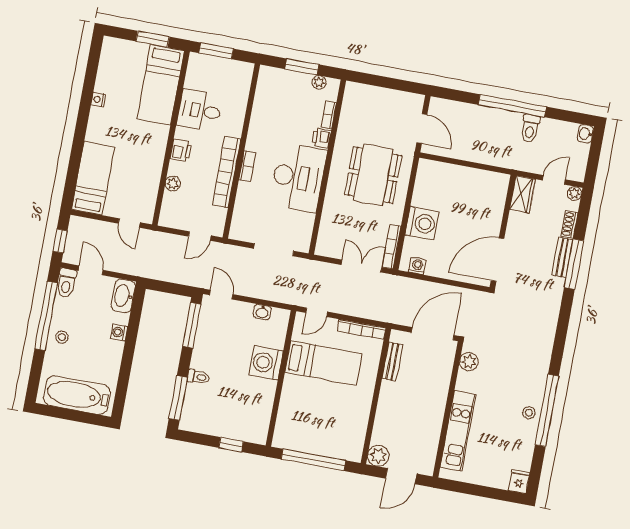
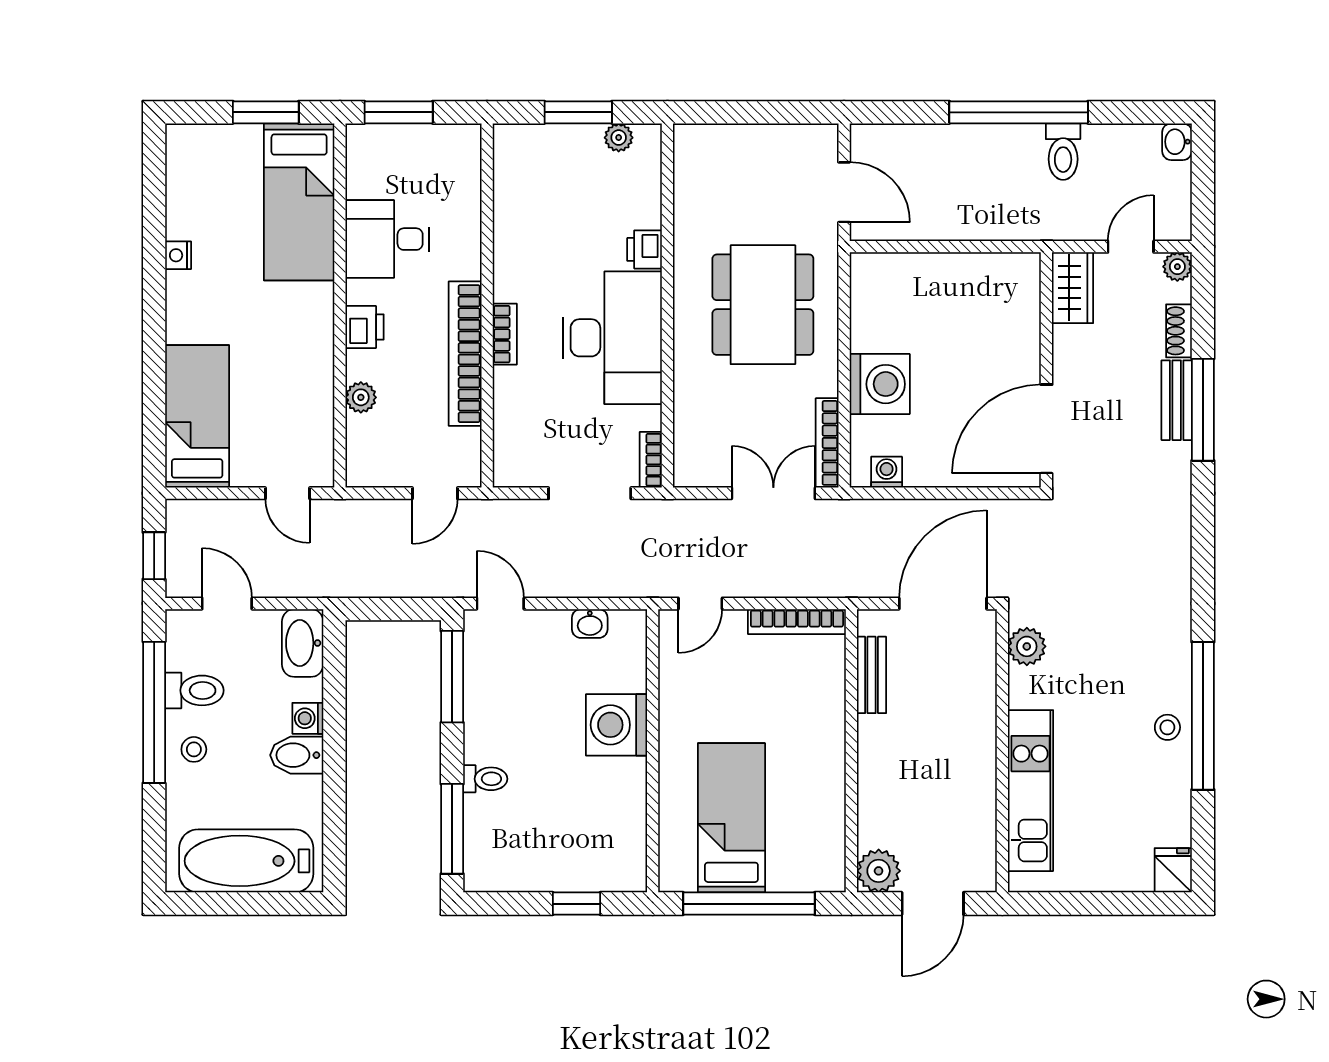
bookcase: (329, 115) -> (651, 460), moved
toilet: (66, 283) -> (194, 690), moved, turned -90
bidet: (110, 349) -> (297, 755), added
bed: (323, 363) -> (731, 818), moved, turned -90

